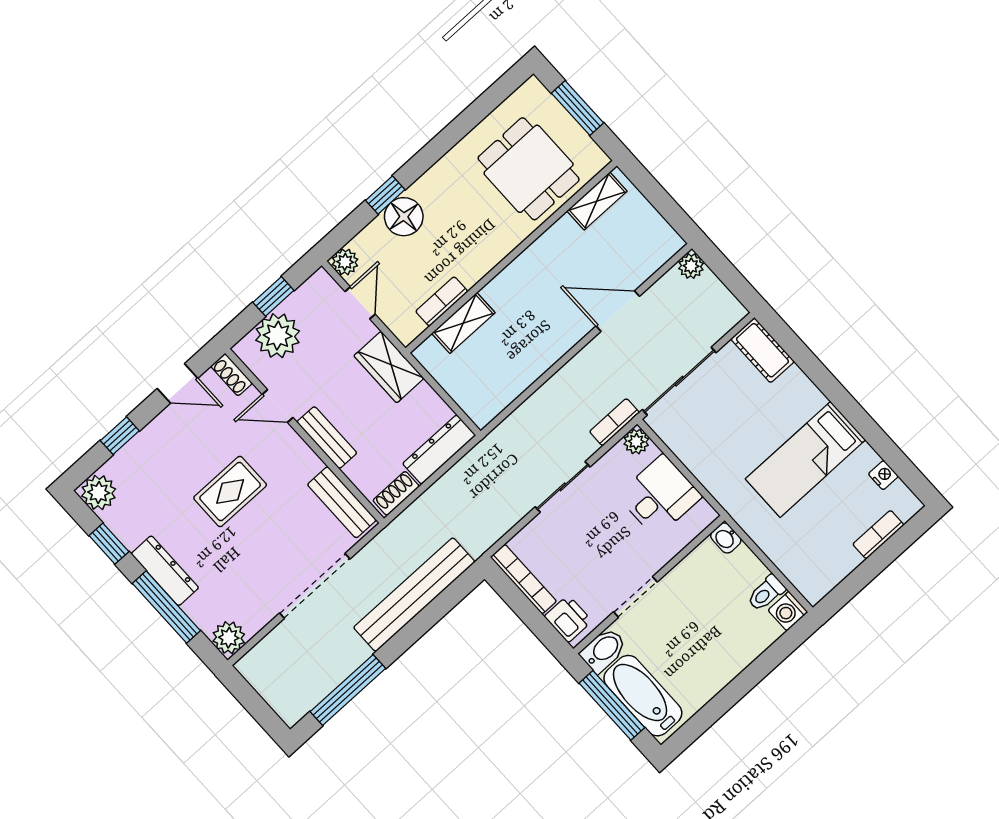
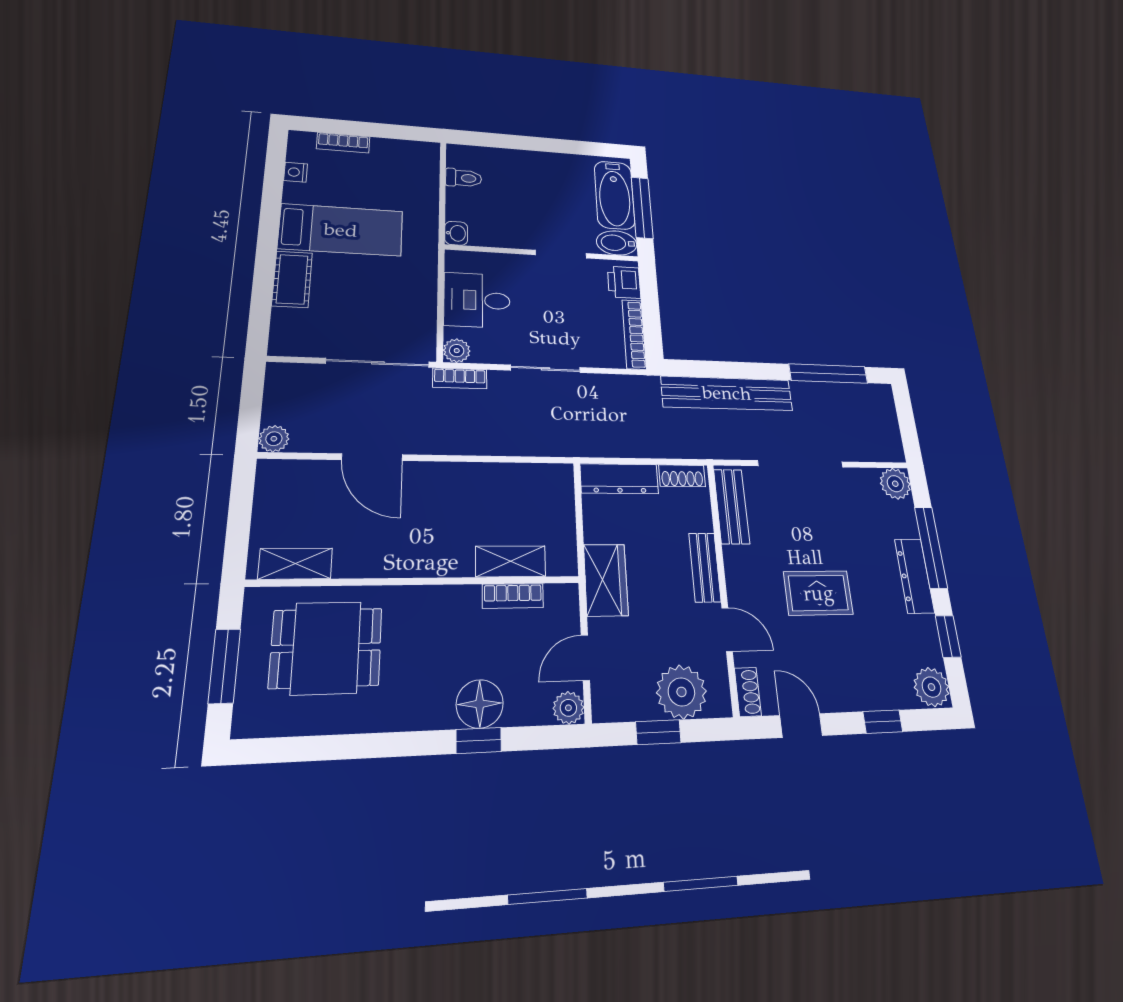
dining table: (529, 169) -> (326, 648), turned 90
cot: (763, 350) -> (292, 279), moved
washing machine: (788, 611) -> (460, 156), removed

